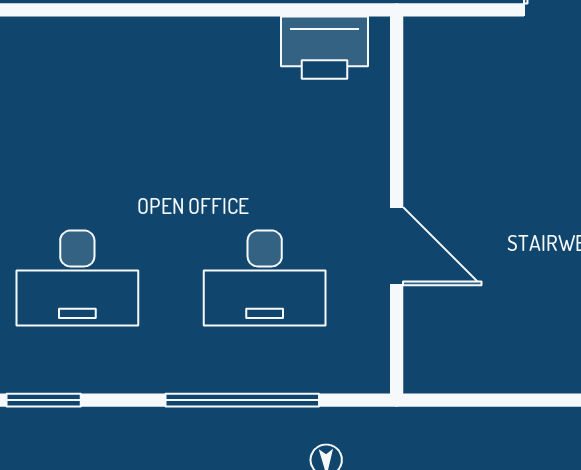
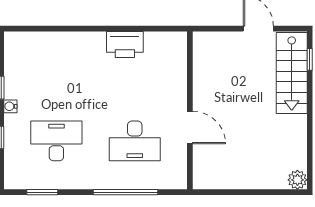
printer: (325, 48) -> (125, 44), moved
desk: (77, 278) -> (56, 141), turned 180

